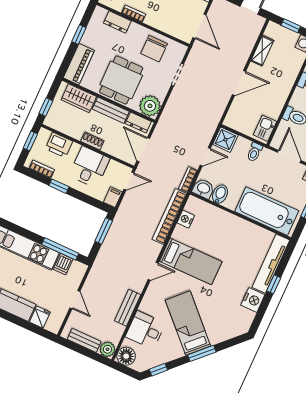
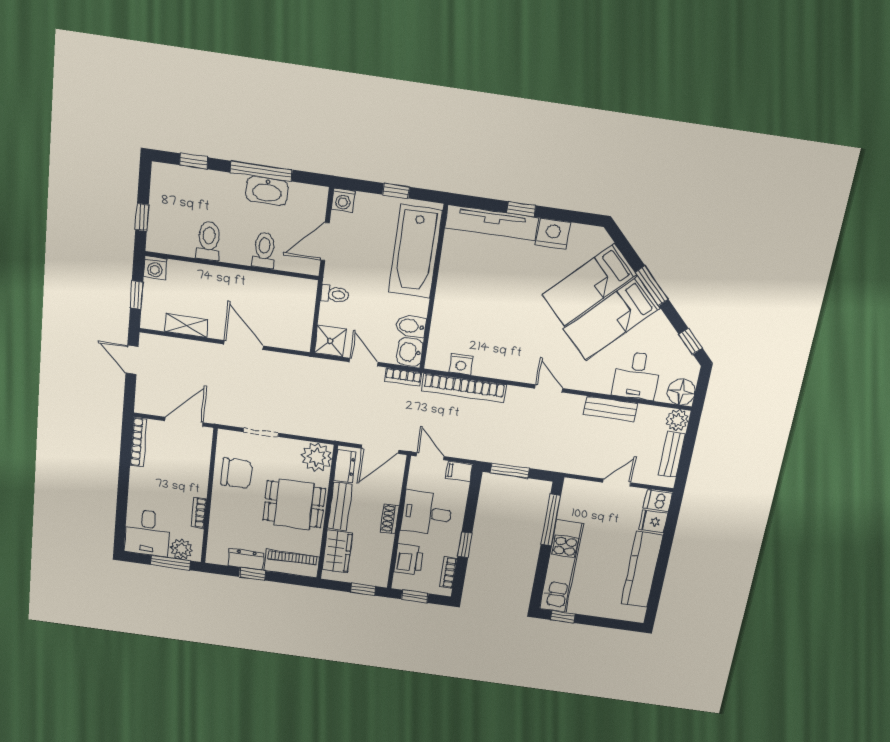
dresser: (117, 22) -> (246, 559), moved, turned -90
kitchen sink: (265, 128) -> (295, 289), removed
bed: (191, 261) -> (589, 285), moved, turned -135
dishwasher: (63, 264) -> (658, 501), moved, turned 180

